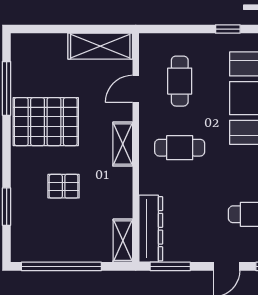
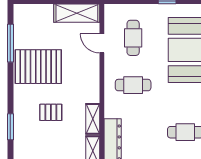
door: (136, 89) -> (102, 43), hinge flipped
shelving: (123, 144) -> (93, 119), moved

